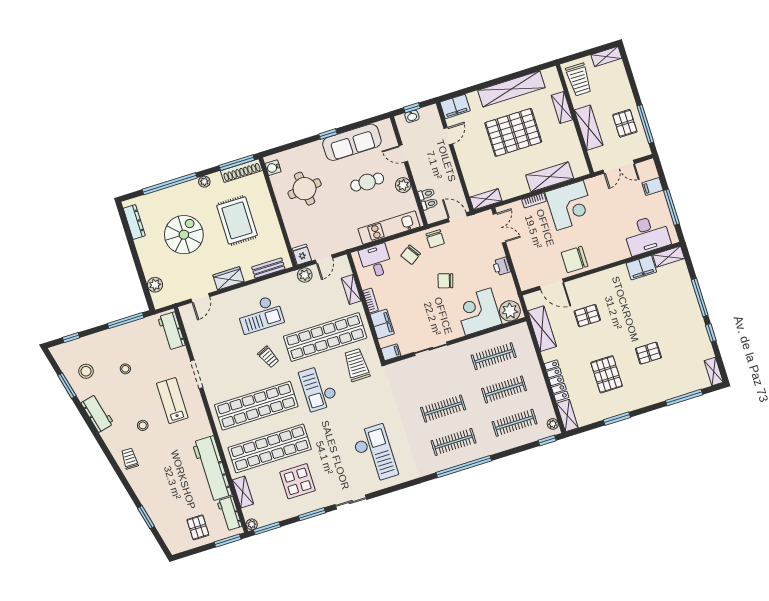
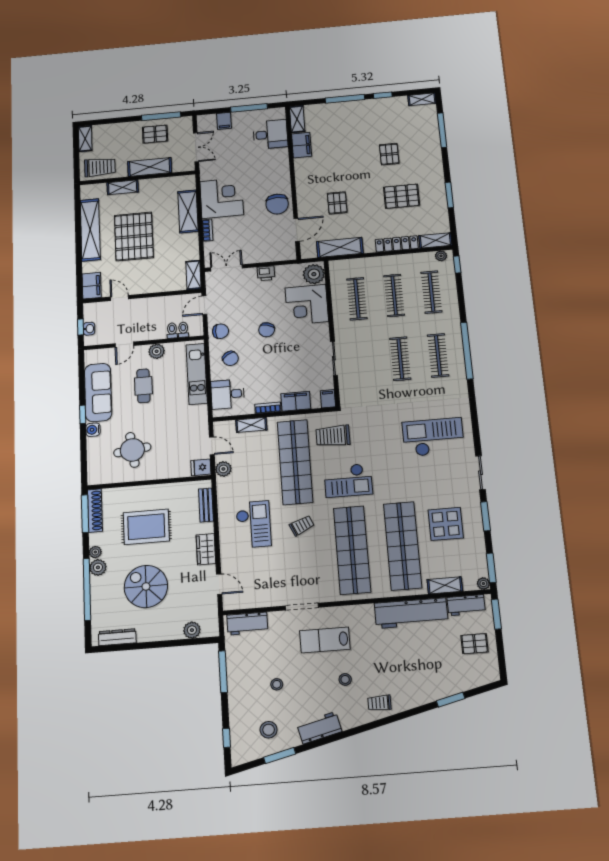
water cooler: (273, 168) -> (93, 430), moved, turned 90
plant: (191, 188) -> (98, 567), added
desk: (647, 235) -> (270, 134), width x0.73

